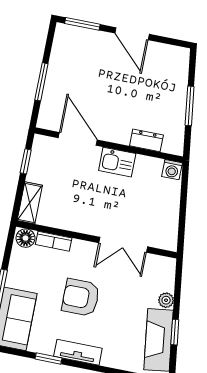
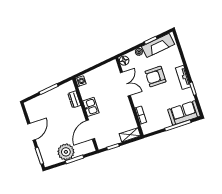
plant: (63, 74) -> (66, 152), added
floor lamp: (25, 238) -> (124, 61), moved
armchair: (81, 297) -> (156, 77), moved, turned 90

